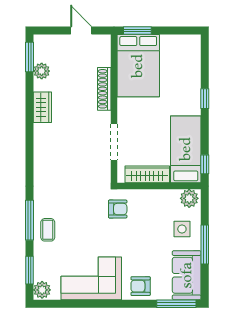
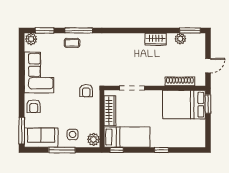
shoe rack: (104, 89) -> (180, 81), moved
armchair: (141, 286) -> (34, 106), turned 180

